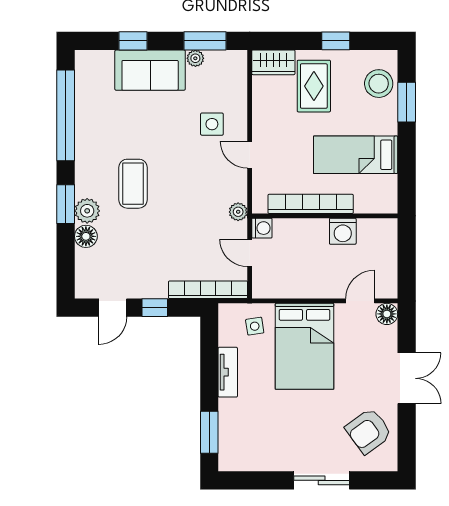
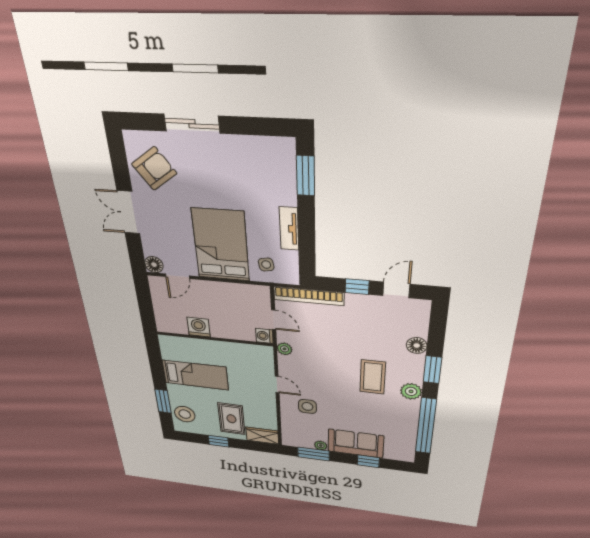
bookcase: (311, 204) -> (226, 348), removed
plant: (87, 211) -> (411, 391), moved

